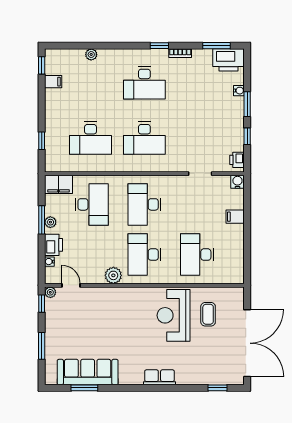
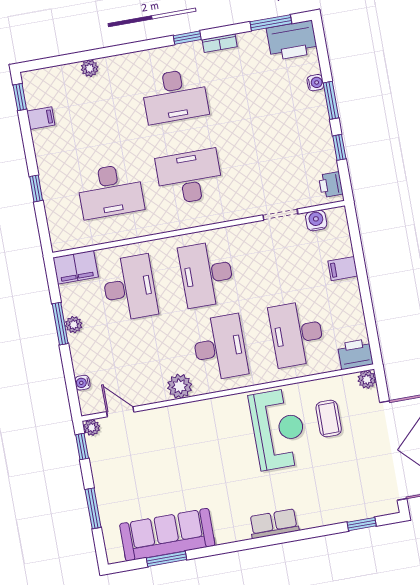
desk: (144, 138) -> (189, 177), turned 180
window: (42, 141) -> (36, 188), moved
water cooler: (237, 182) -> (316, 220), moved
printer: (54, 245) -> (355, 354), moved, turned -90
desk: (144, 255) -> (220, 348), turned 180
plant: (238, 293) -> (367, 379), added
reception desk: (174, 315) -> (278, 429), turned 180

